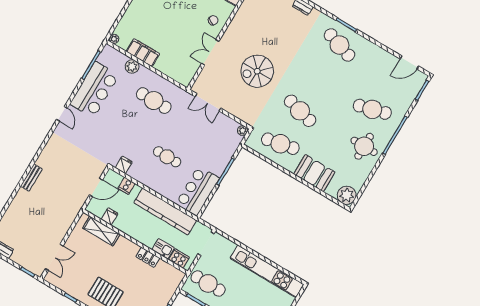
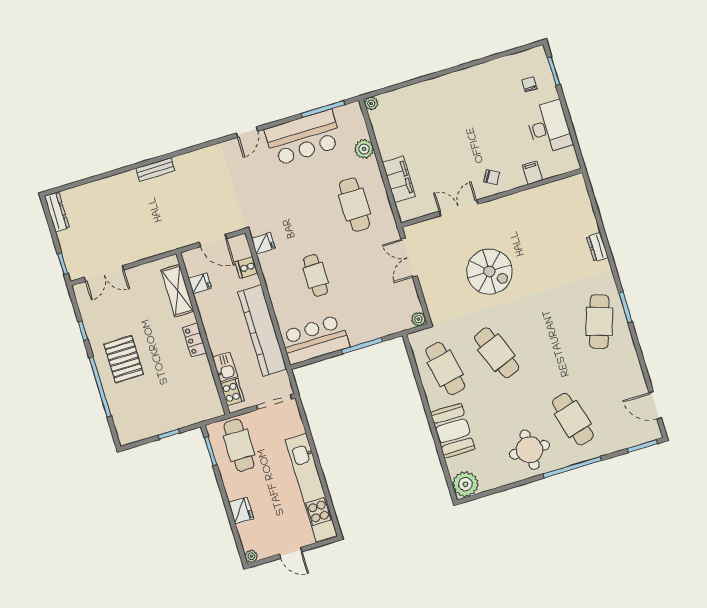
filing cabinet: (143, 53) -> (399, 179), moved
spiral stairs: (257, 71) -> (489, 271), turned 180
cafe table: (300, 111) -> (497, 353), turned -36
locker: (148, 257) -> (194, 340), moved

